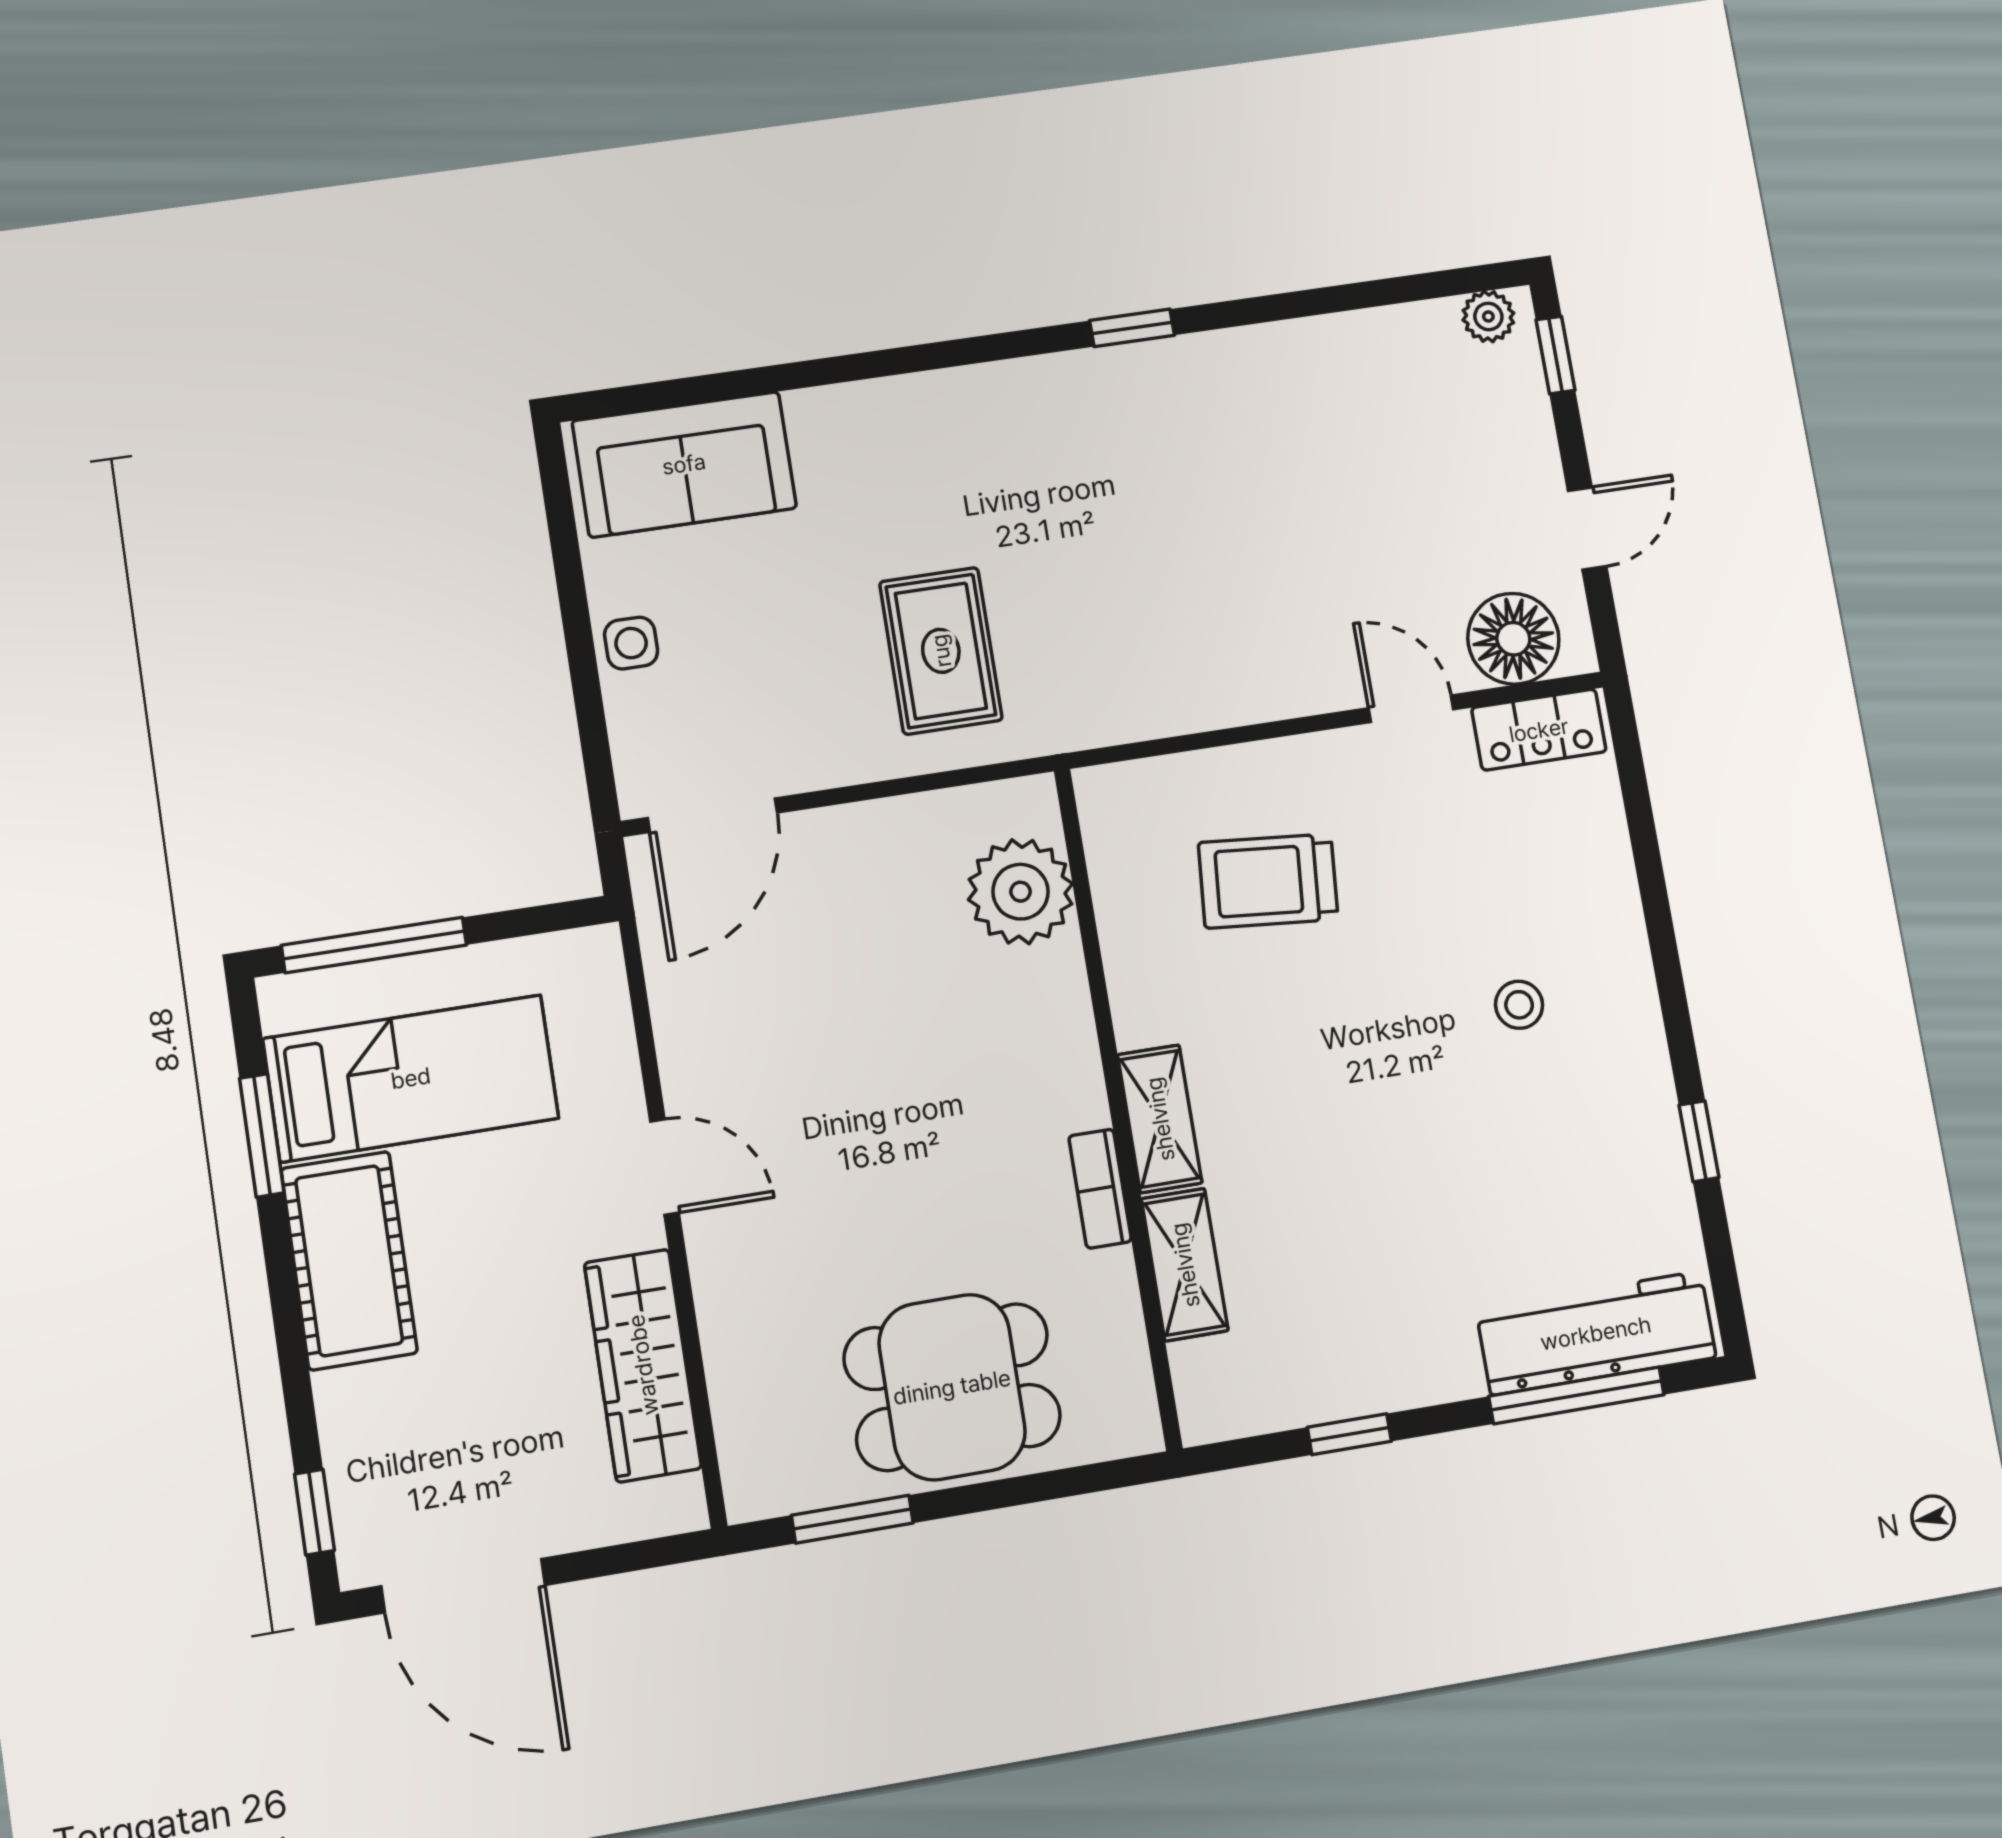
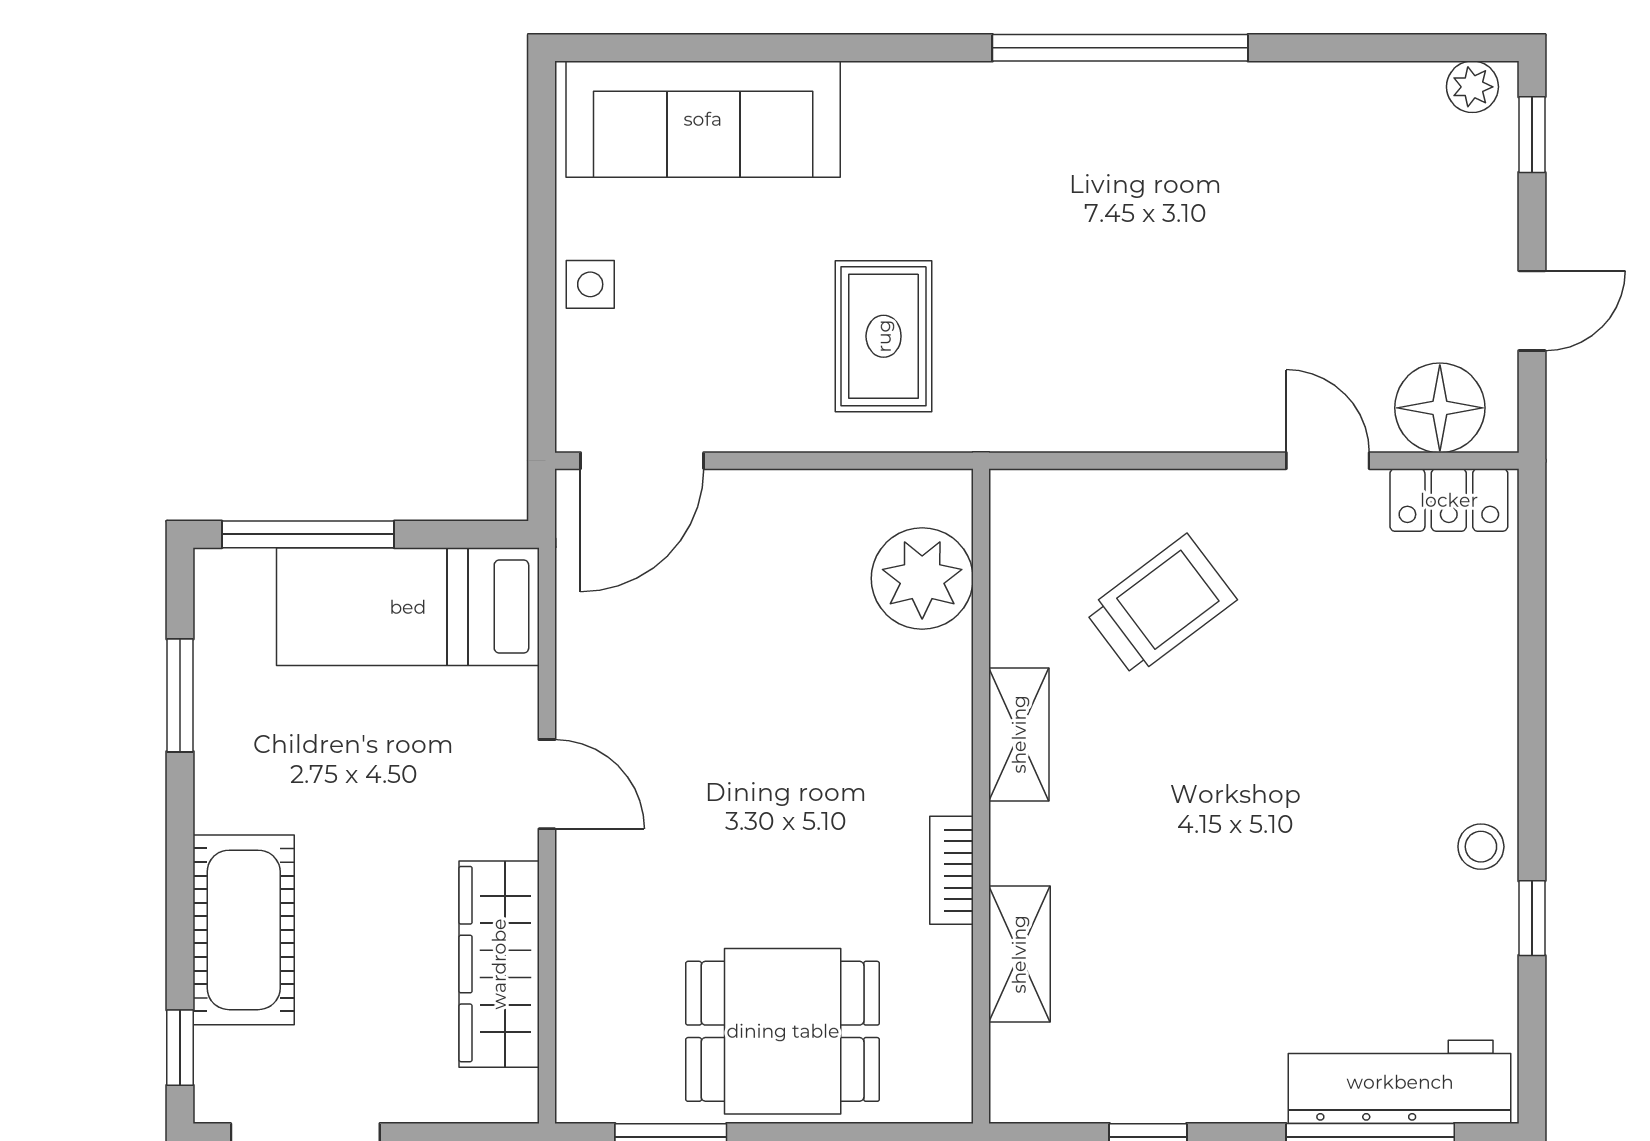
window: (1132, 328) -> (1120, 48), width x3.17
sofa: (684, 464) -> (703, 119), width x1.36
trolley: (1268, 881) -> (1161, 605), turned 138
stool: (1519, 1005) -> (1481, 847), moved
bed: (411, 1078) -> (408, 607), moved, turned 180
shelving: (1160, 1119) -> (1019, 734), moved
cot: (349, 1261) -> (244, 930), moved

